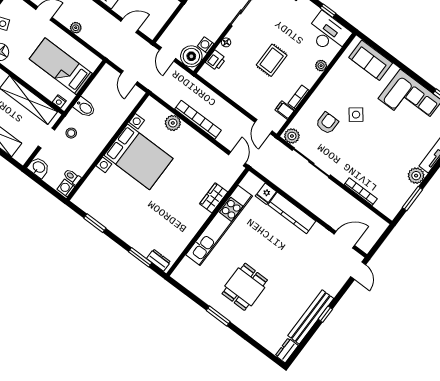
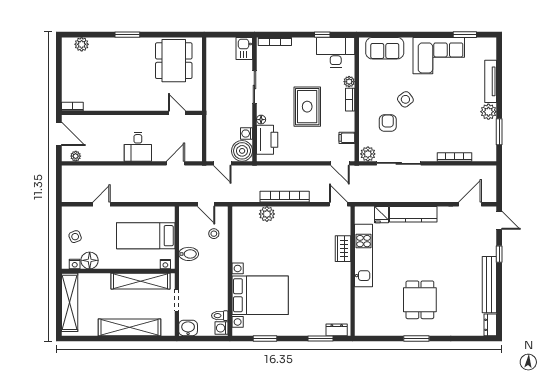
plant: (76, 28) -> (135, 197), removed
printer: (216, 60) -> (267, 140), width x1.87, depth x1.48
rug: (272, 60) -> (307, 107), width x1.36, depth x1.43
bookcase: (299, 97) -> (350, 100), moved
stool: (71, 133) -> (214, 234), moved
bed with nightstands: (139, 157) -> (260, 295), moved
kitchen unit: (219, 225) -> (364, 255), width x0.73
window: (325, 314) -> (499, 254), moved

